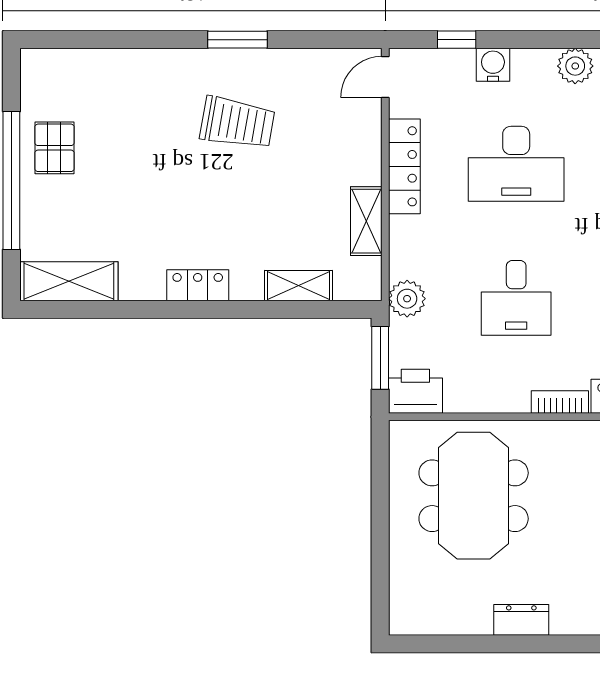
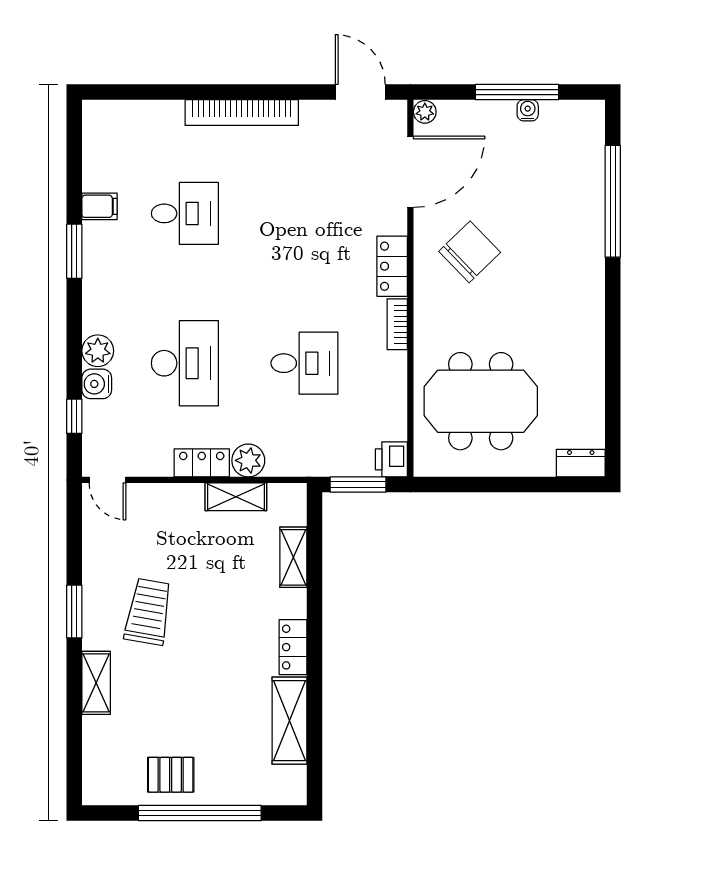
shelving: (157, 64) -> (96, 683), added
plant: (575, 66) -> (98, 351), moved
locker: (404, 166) -> (202, 463), width x0.66
shelving: (69, 281) -> (290, 721), moved
plant: (407, 299) -> (248, 460), moved
printer: (415, 391) -> (391, 459), width x0.73, depth x0.81
dresser: (521, 620) -> (581, 463), moved, turned 90

